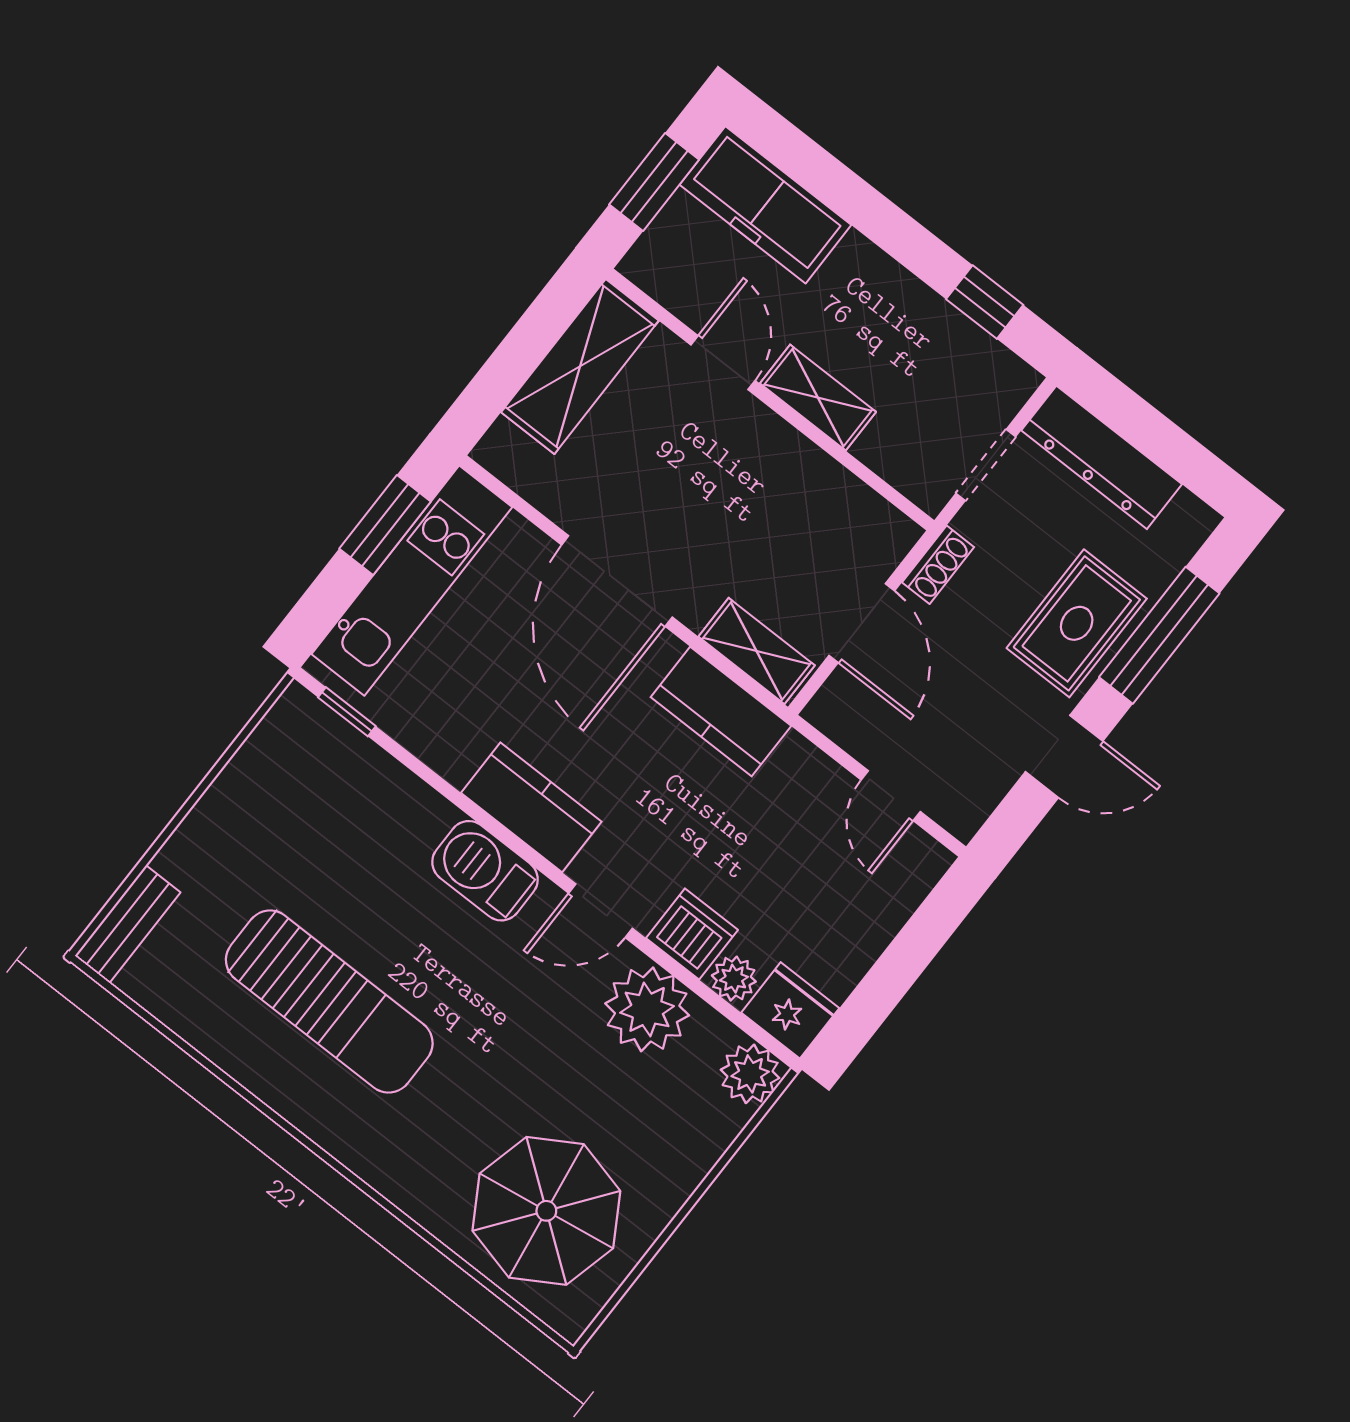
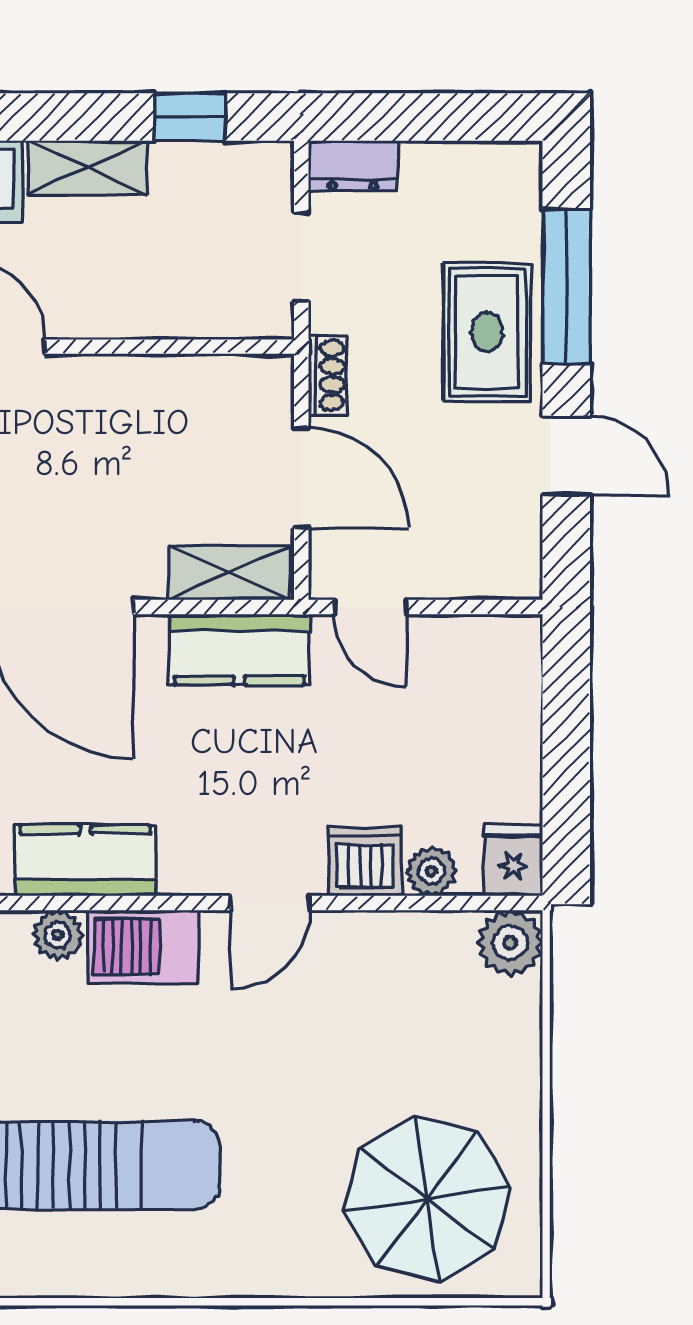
shelving: (818, 398) -> (87, 168), moved
dresser: (1102, 457) -> (353, 166), width x0.51, depth x0.80
door: (1064, 756) -> (566, 456), hinge flipped
door: (891, 796) -> (370, 607), moved
kitchen counter: (531, 807) -> (85, 861), moved
plant: (647, 1009) -> (58, 935), moved, width x0.53, depth x0.53
fridge: (790, 1010) -> (513, 861), width x0.72

